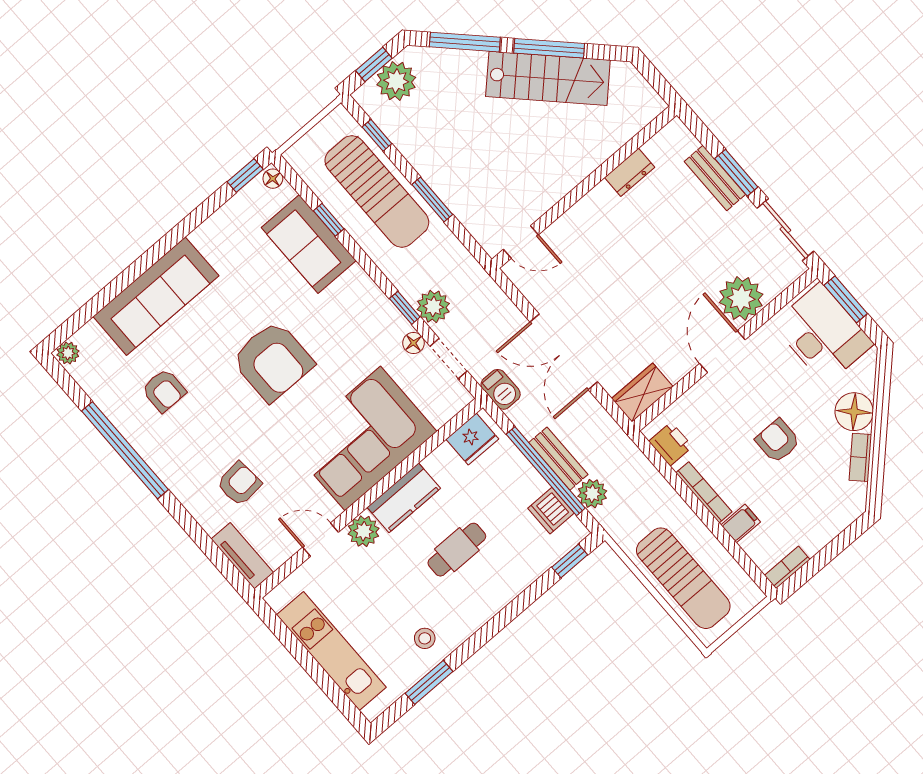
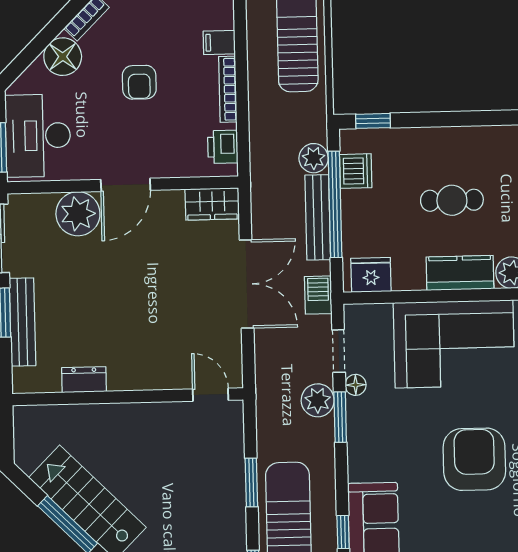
bench: (715, 178) -> (22, 322), width x1.36
window: (405, 308) -> (340, 417), width x1.50
bench: (558, 459) -> (318, 217), width x1.36

